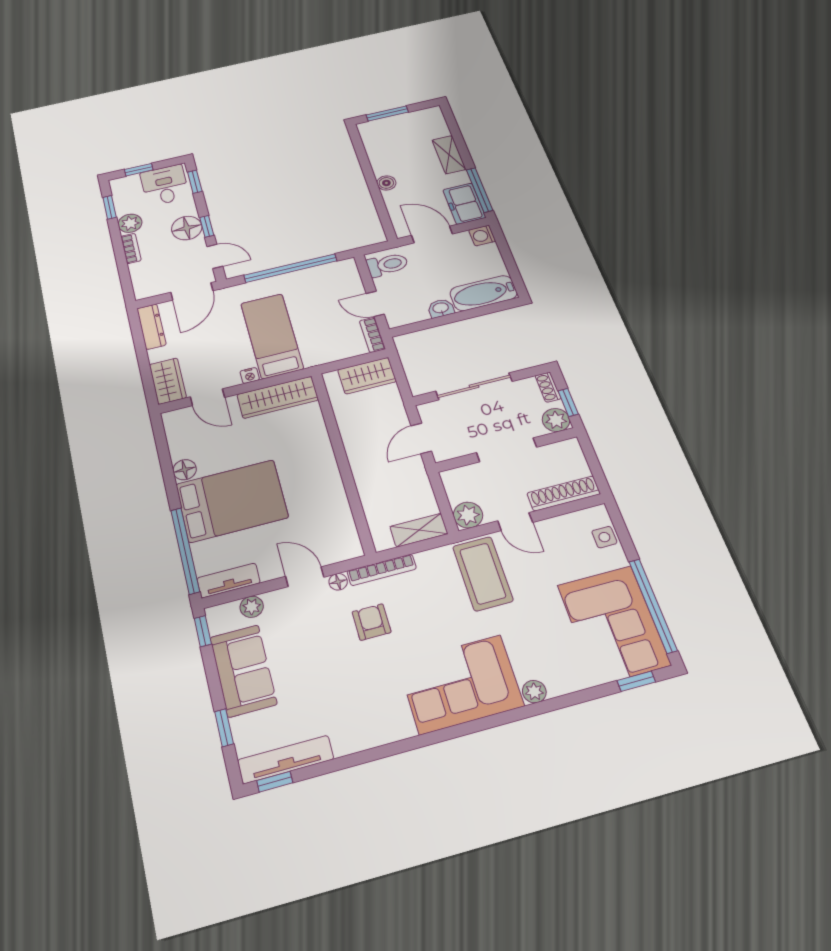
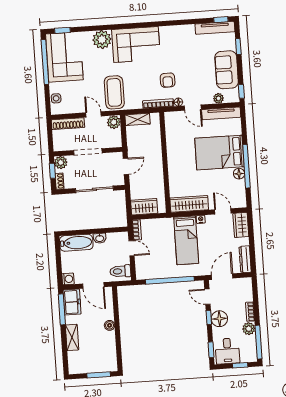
window: (110, 207) -> (258, 342), width x2.17
window: (185, 551) -> (246, 166), moved
tv unit: (228, 580) -> (221, 113), width x1.41
plant: (534, 692) -> (102, 40), width x1.88, depth x1.88

